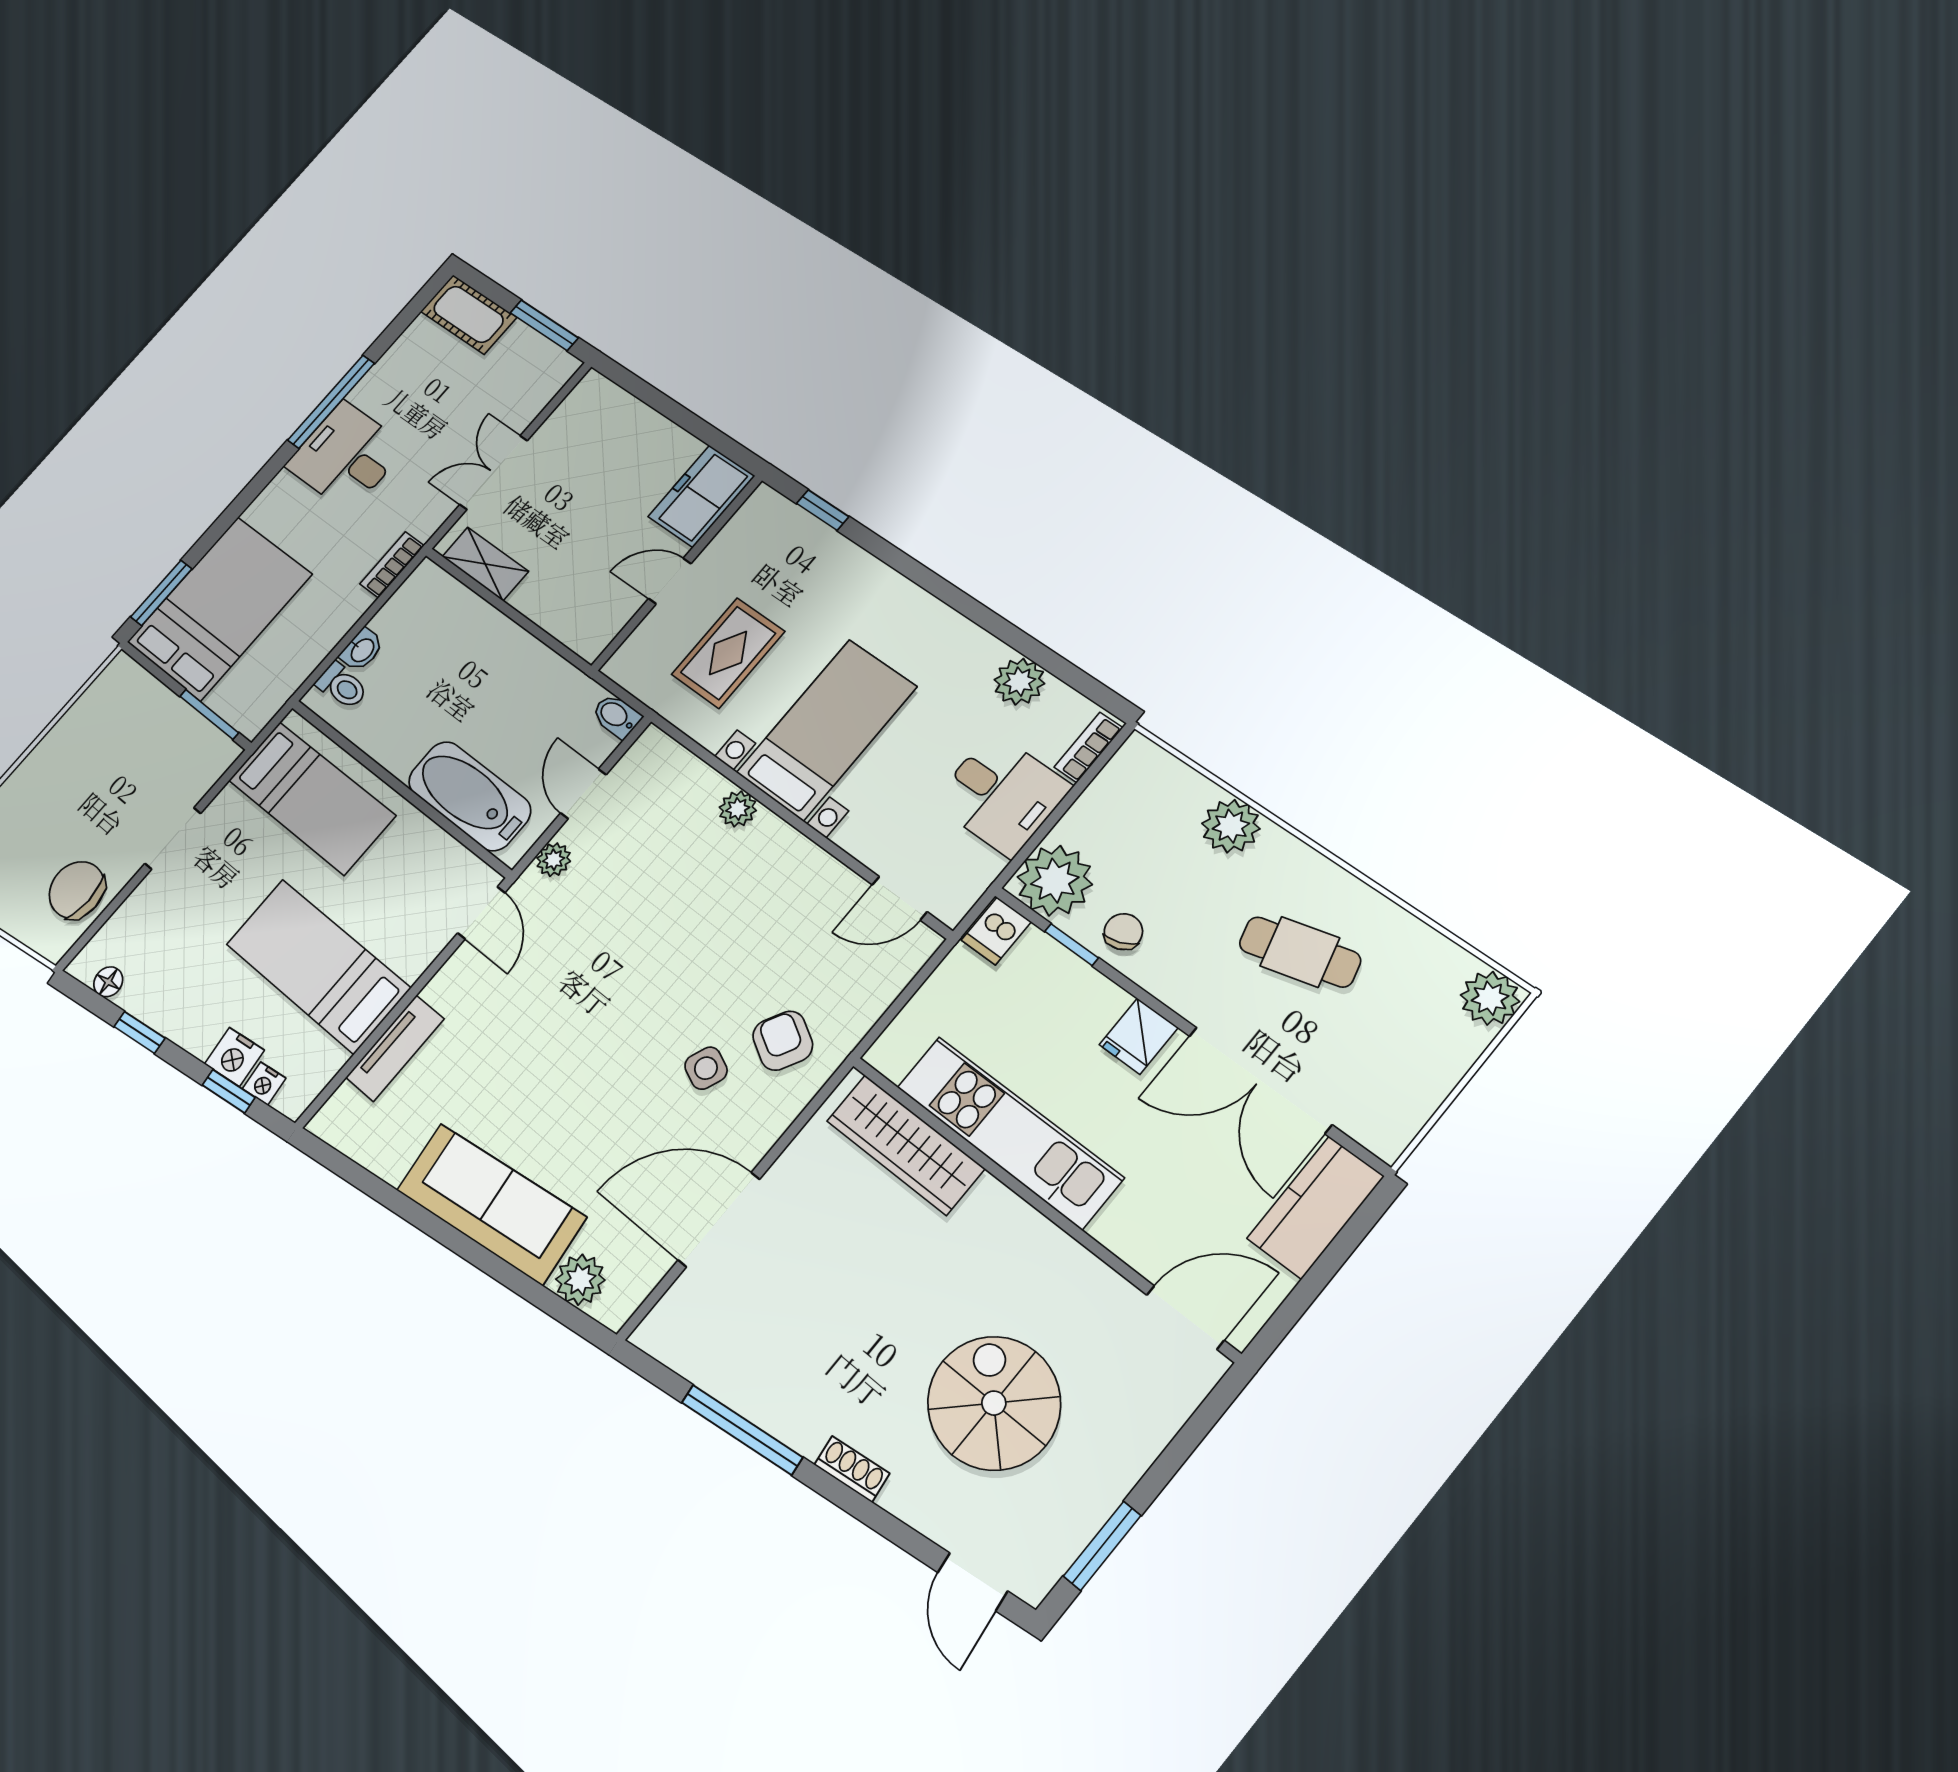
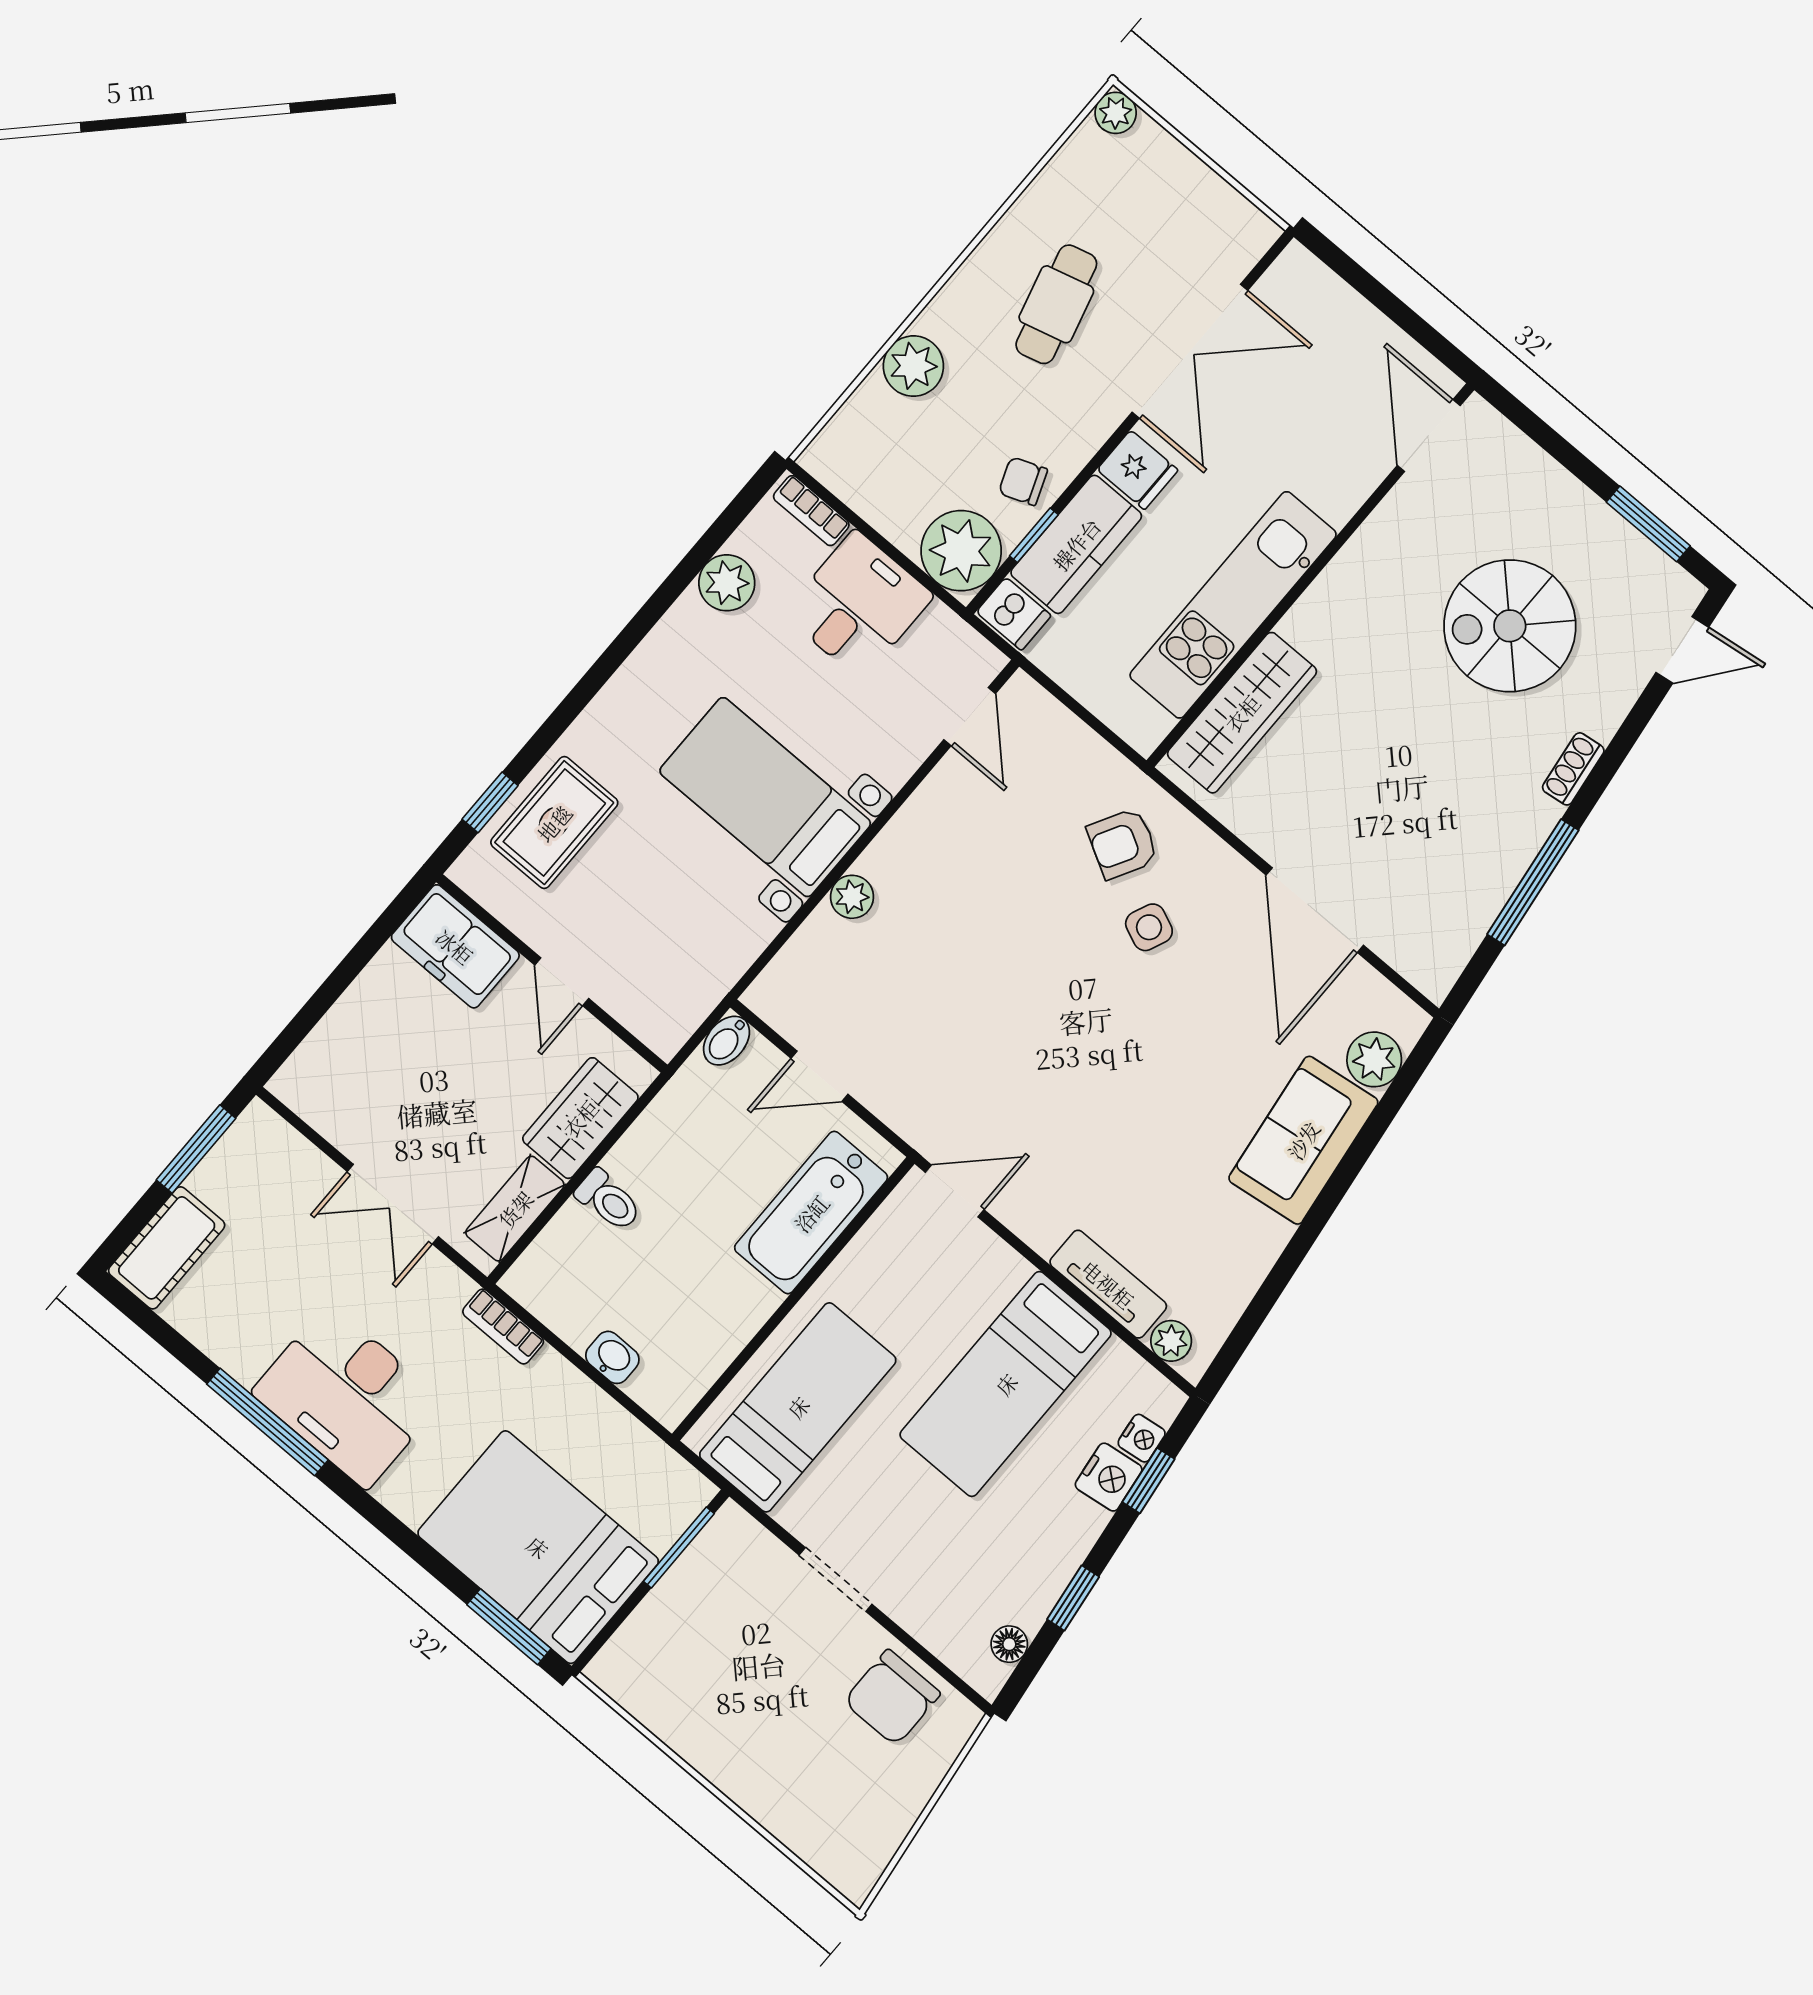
desk: (346, 456) -> (347, 1396), width x1.37
wardrobe: (556, 607) -> (580, 1118), added
rug: (728, 653) -> (554, 823), moved, turned 90
toilet: (342, 686) -> (608, 1200), moved, turned 90
plant: (554, 860) -> (1171, 1341), moved
plant: (1490, 998) -> (1116, 113), width x0.73, depth x0.73
sofa: (491, 1204) -> (1303, 1140), width x0.73
kitchen counter: (1315, 1207) -> (1076, 544), moved, turned -90

